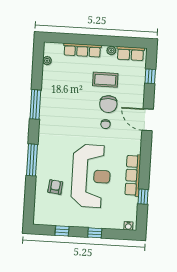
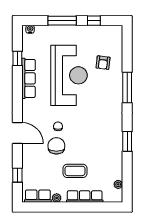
coffee table: (105, 80) -> (75, 171), moved
window: (35, 104) -> (127, 141), width x0.69
reception desk: (91, 176) -> (69, 75), turned 180
window: (95, 233) -> (62, 21), width x2.17

